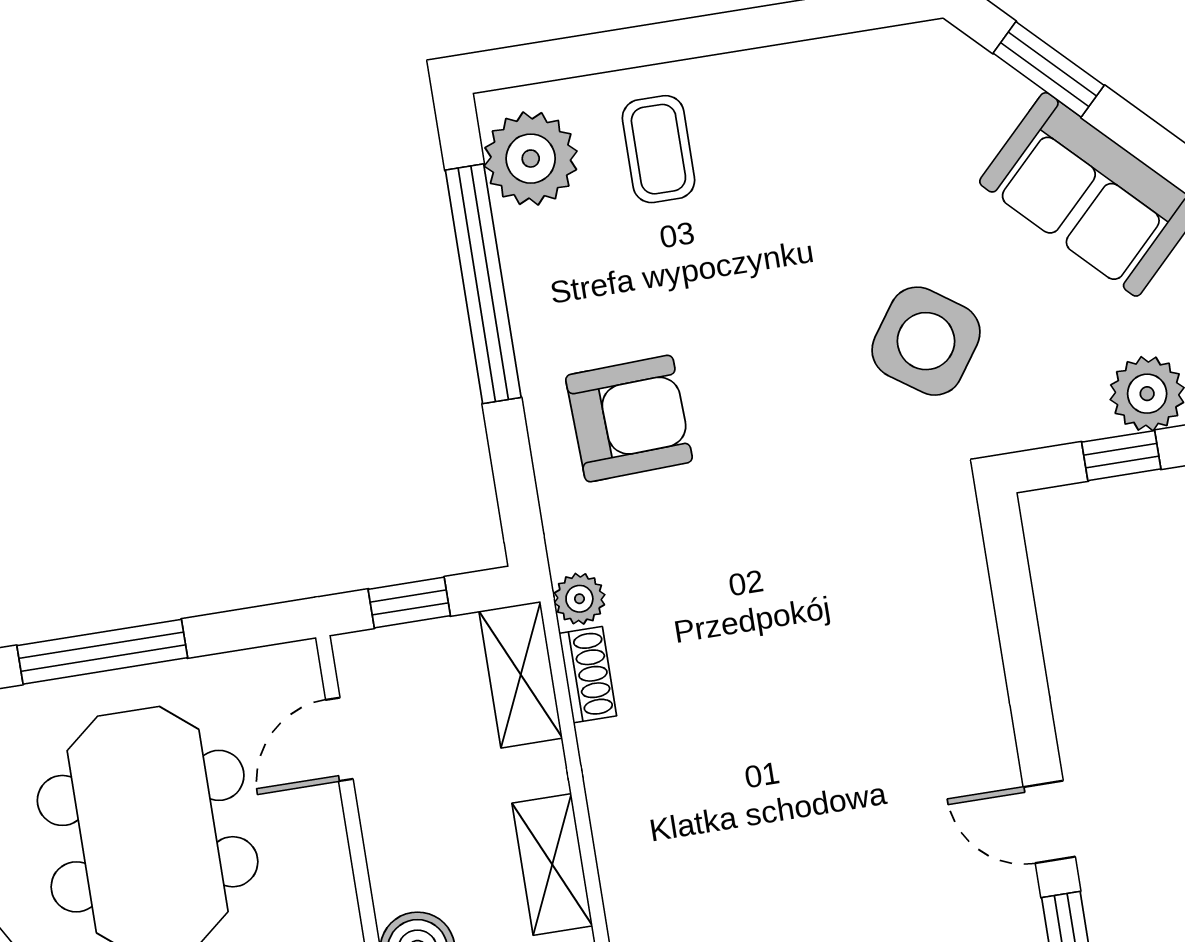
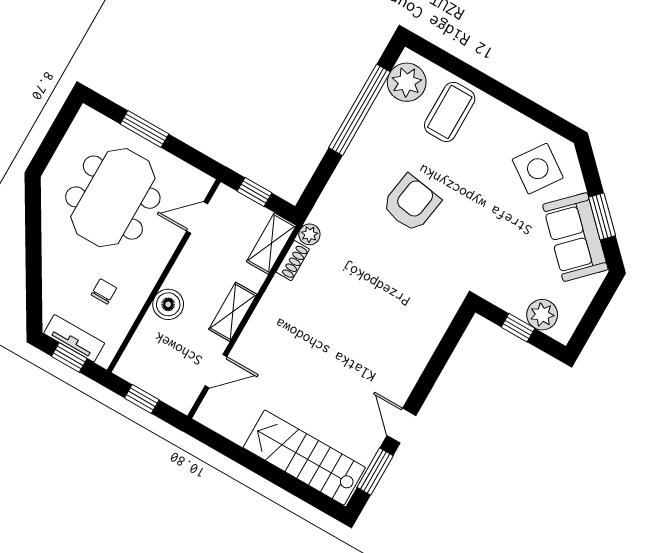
window: (1049, 69) -> (602, 216), moved
coffee table: (658, 149) -> (450, 112), width x1.36, depth x1.30
side table: (926, 341) -> (538, 169), moved
armchair: (629, 419) -> (411, 203), moved, turned -79
window: (102, 652) -> (144, 129), width x0.69

